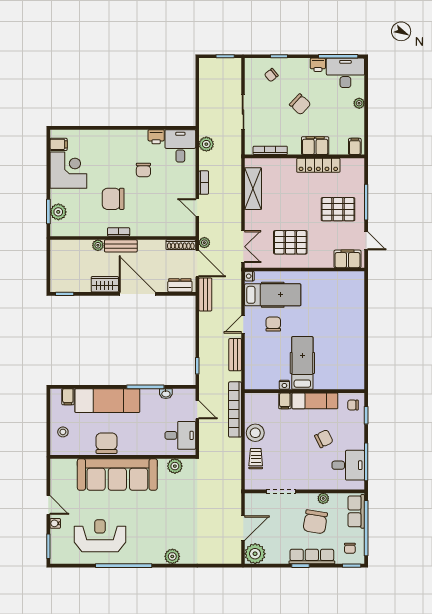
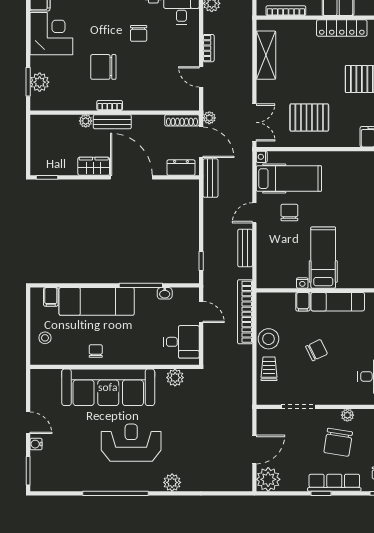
chair: (324, 439) -> (317, 350), moved
chair: (107, 443) -> (96, 351), width x0.54, depth x0.54
reception desk: (100, 536) -> (131, 443), moved

